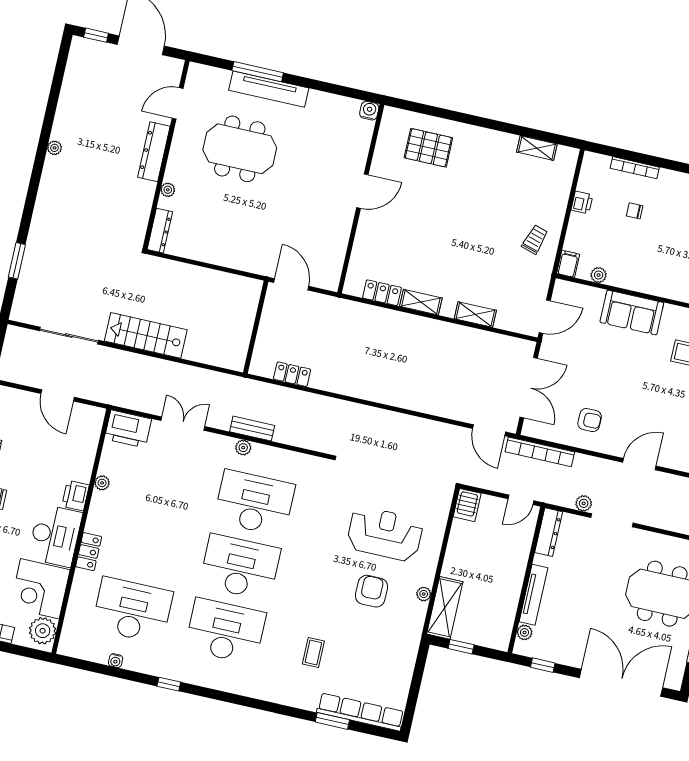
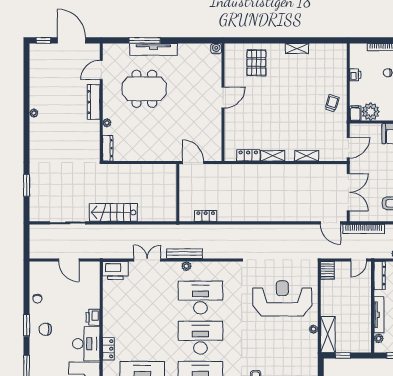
pallet: (428, 148) -> (256, 63), turned 90
shelving: (537, 148) -> (297, 48), moved
plant: (599, 275) -> (371, 112), width x1.88, depth x1.88
bench: (252, 429) -> (184, 254), width x1.36
plant: (102, 483) -> (107, 306), removed
reception desk: (385, 534) -> (282, 298), width x1.36, depth x1.30
armchair: (371, 591) -> (282, 334), removed

